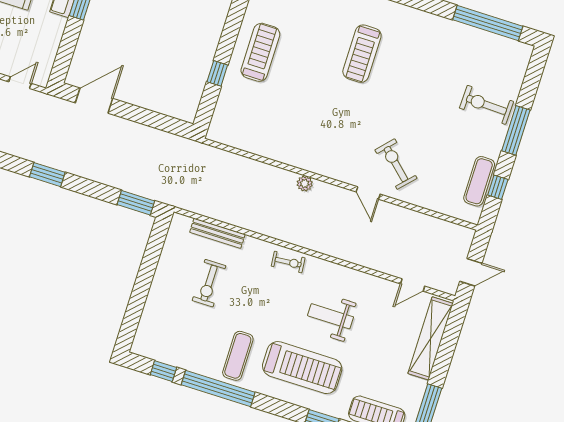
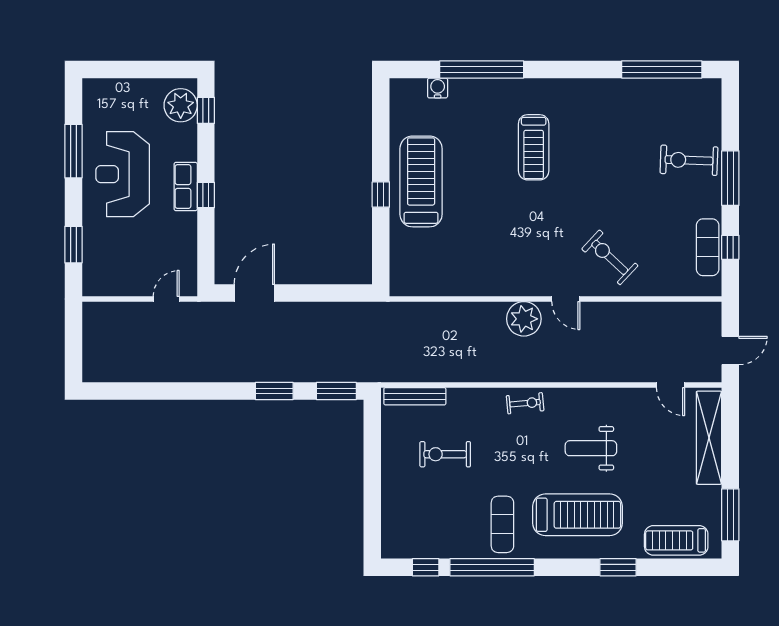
treadmill: (260, 52) -> (421, 181), width x1.37, depth x1.38
window: (217, 73) -> (381, 195), moved
window: (47, 175) -> (274, 391), moved
plant: (305, 184) -> (524, 319), width x1.87, depth x1.87
door: (368, 193) -> (566, 299), moved
bench: (217, 233) -> (415, 396), moved
exercise bike: (209, 283) -> (445, 454), turned 90
door: (413, 285) -> (671, 385), hinge flipped

